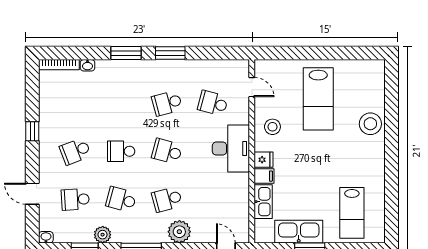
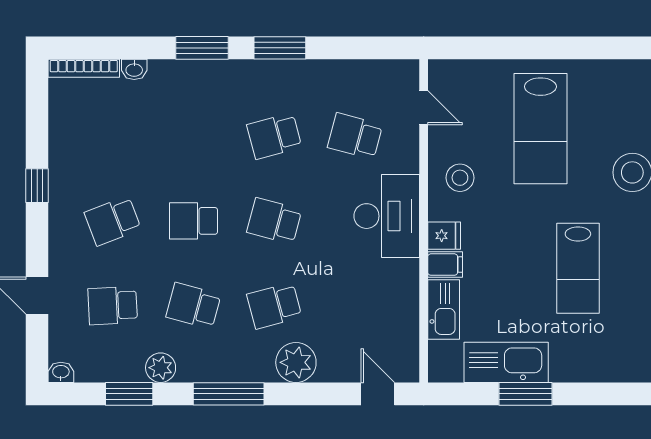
lab bench: (352, 213) -> (578, 268), moved

